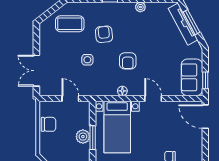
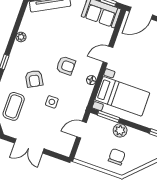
armchair: (104, 34) -> (34, 79), turned -113
double door: (36, 71) -> (29, 146), moved
chair: (49, 124) -> (117, 157), moved
window: (93, 138) -> (108, 116), moved

